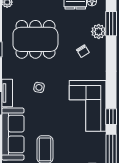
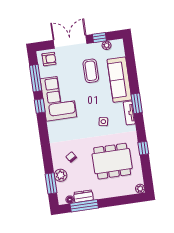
corner sofa: (88, 106) -> (58, 98), moved

